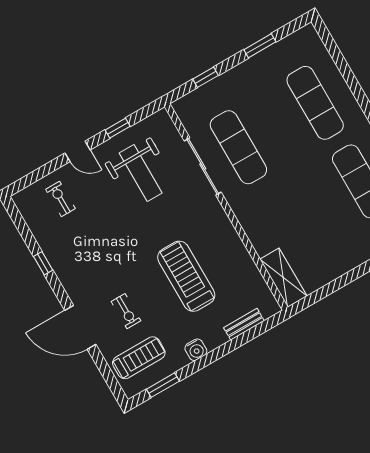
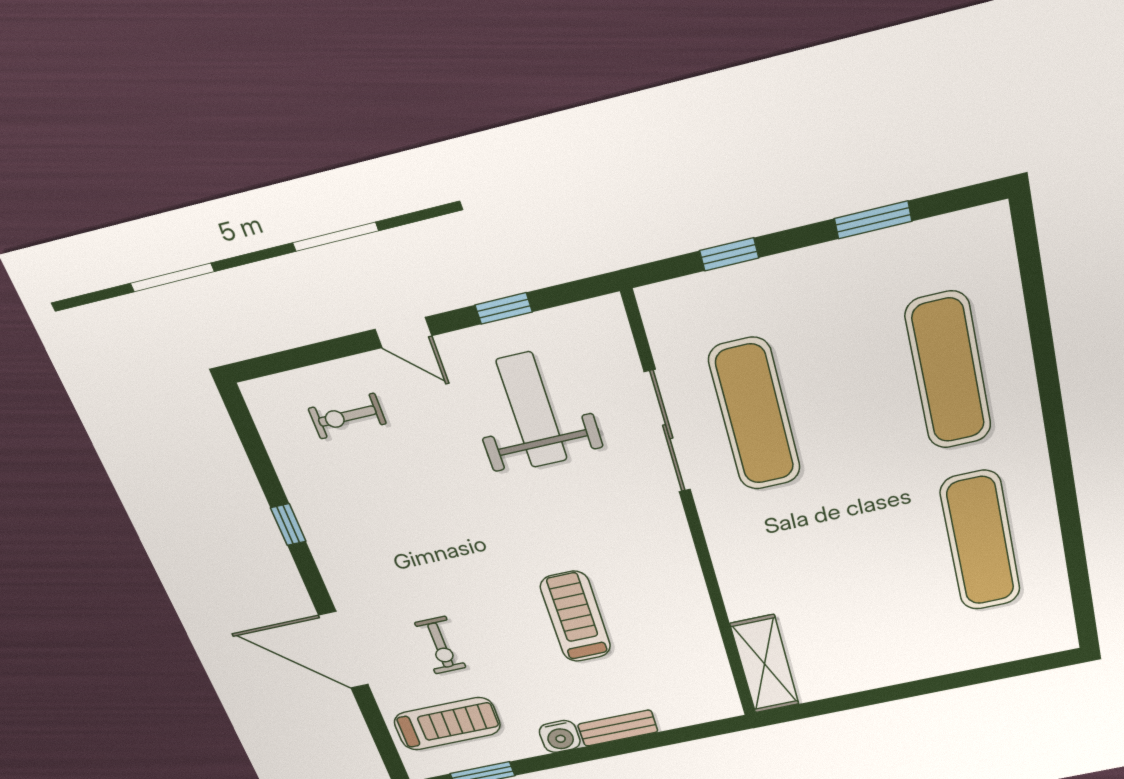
weight bench: (141, 173) -> (532, 410), turned 180
exercise bike: (60, 199) -> (347, 416), turned -90
treadmill: (186, 276) -> (576, 617), width x0.73, depth x0.73
bench: (244, 324) -> (618, 728), moved

